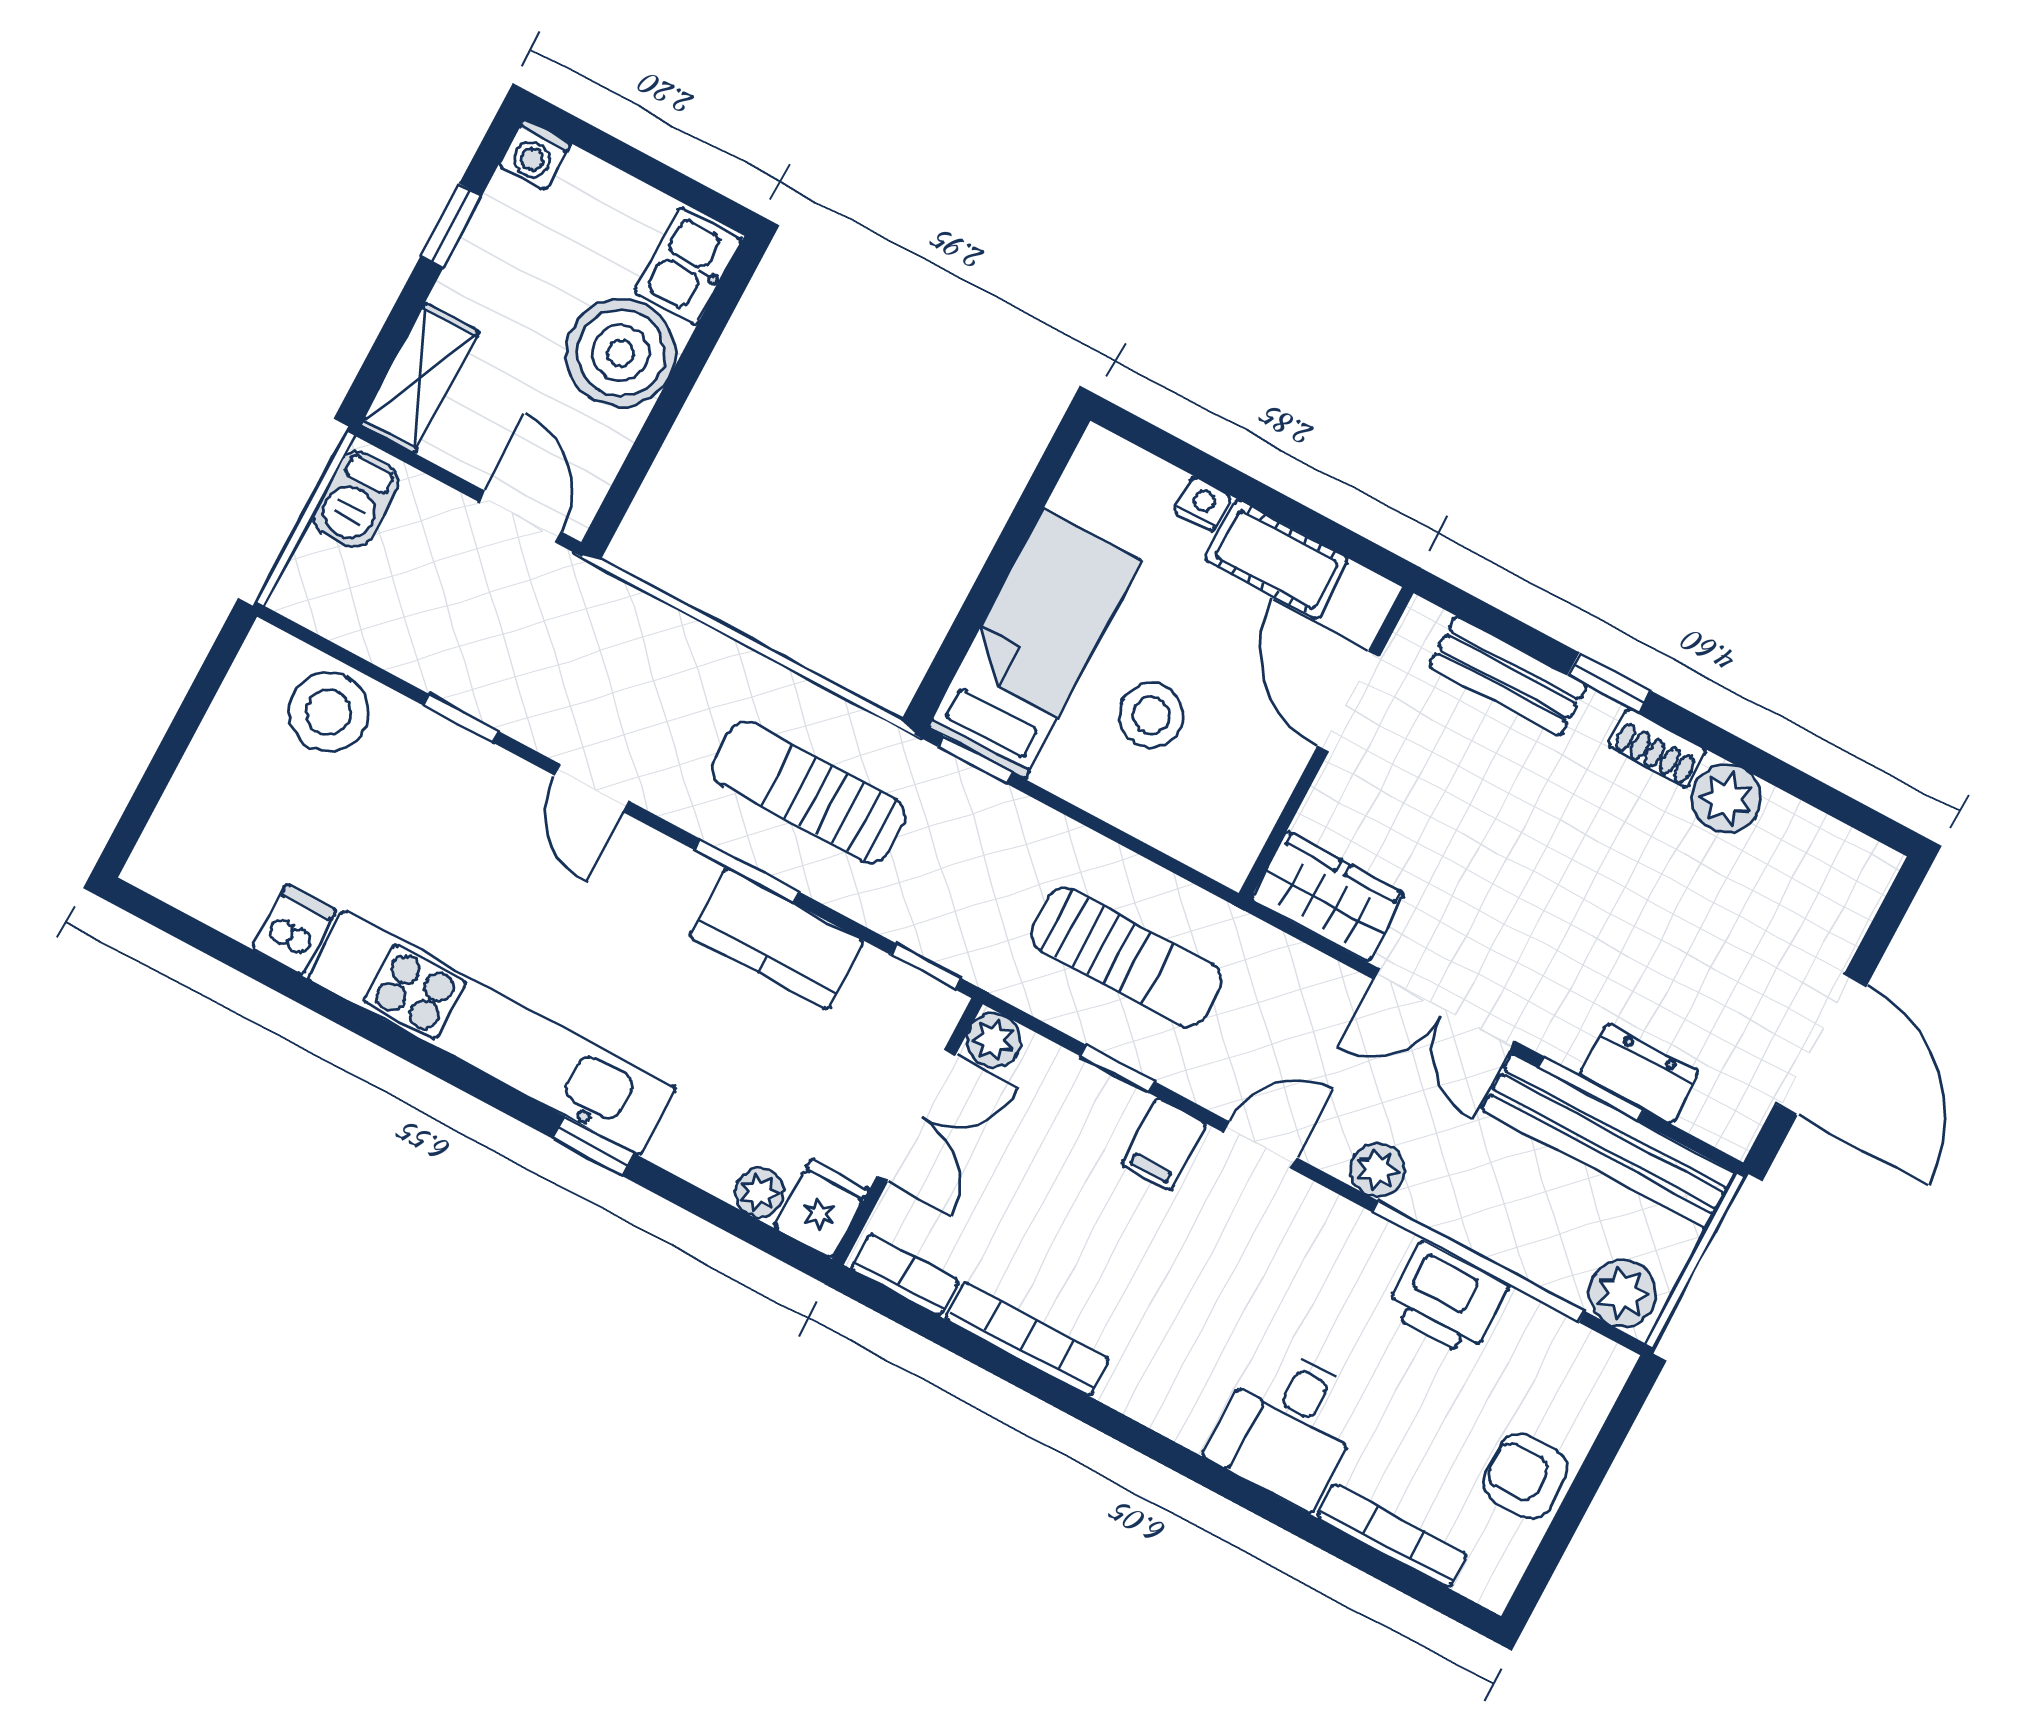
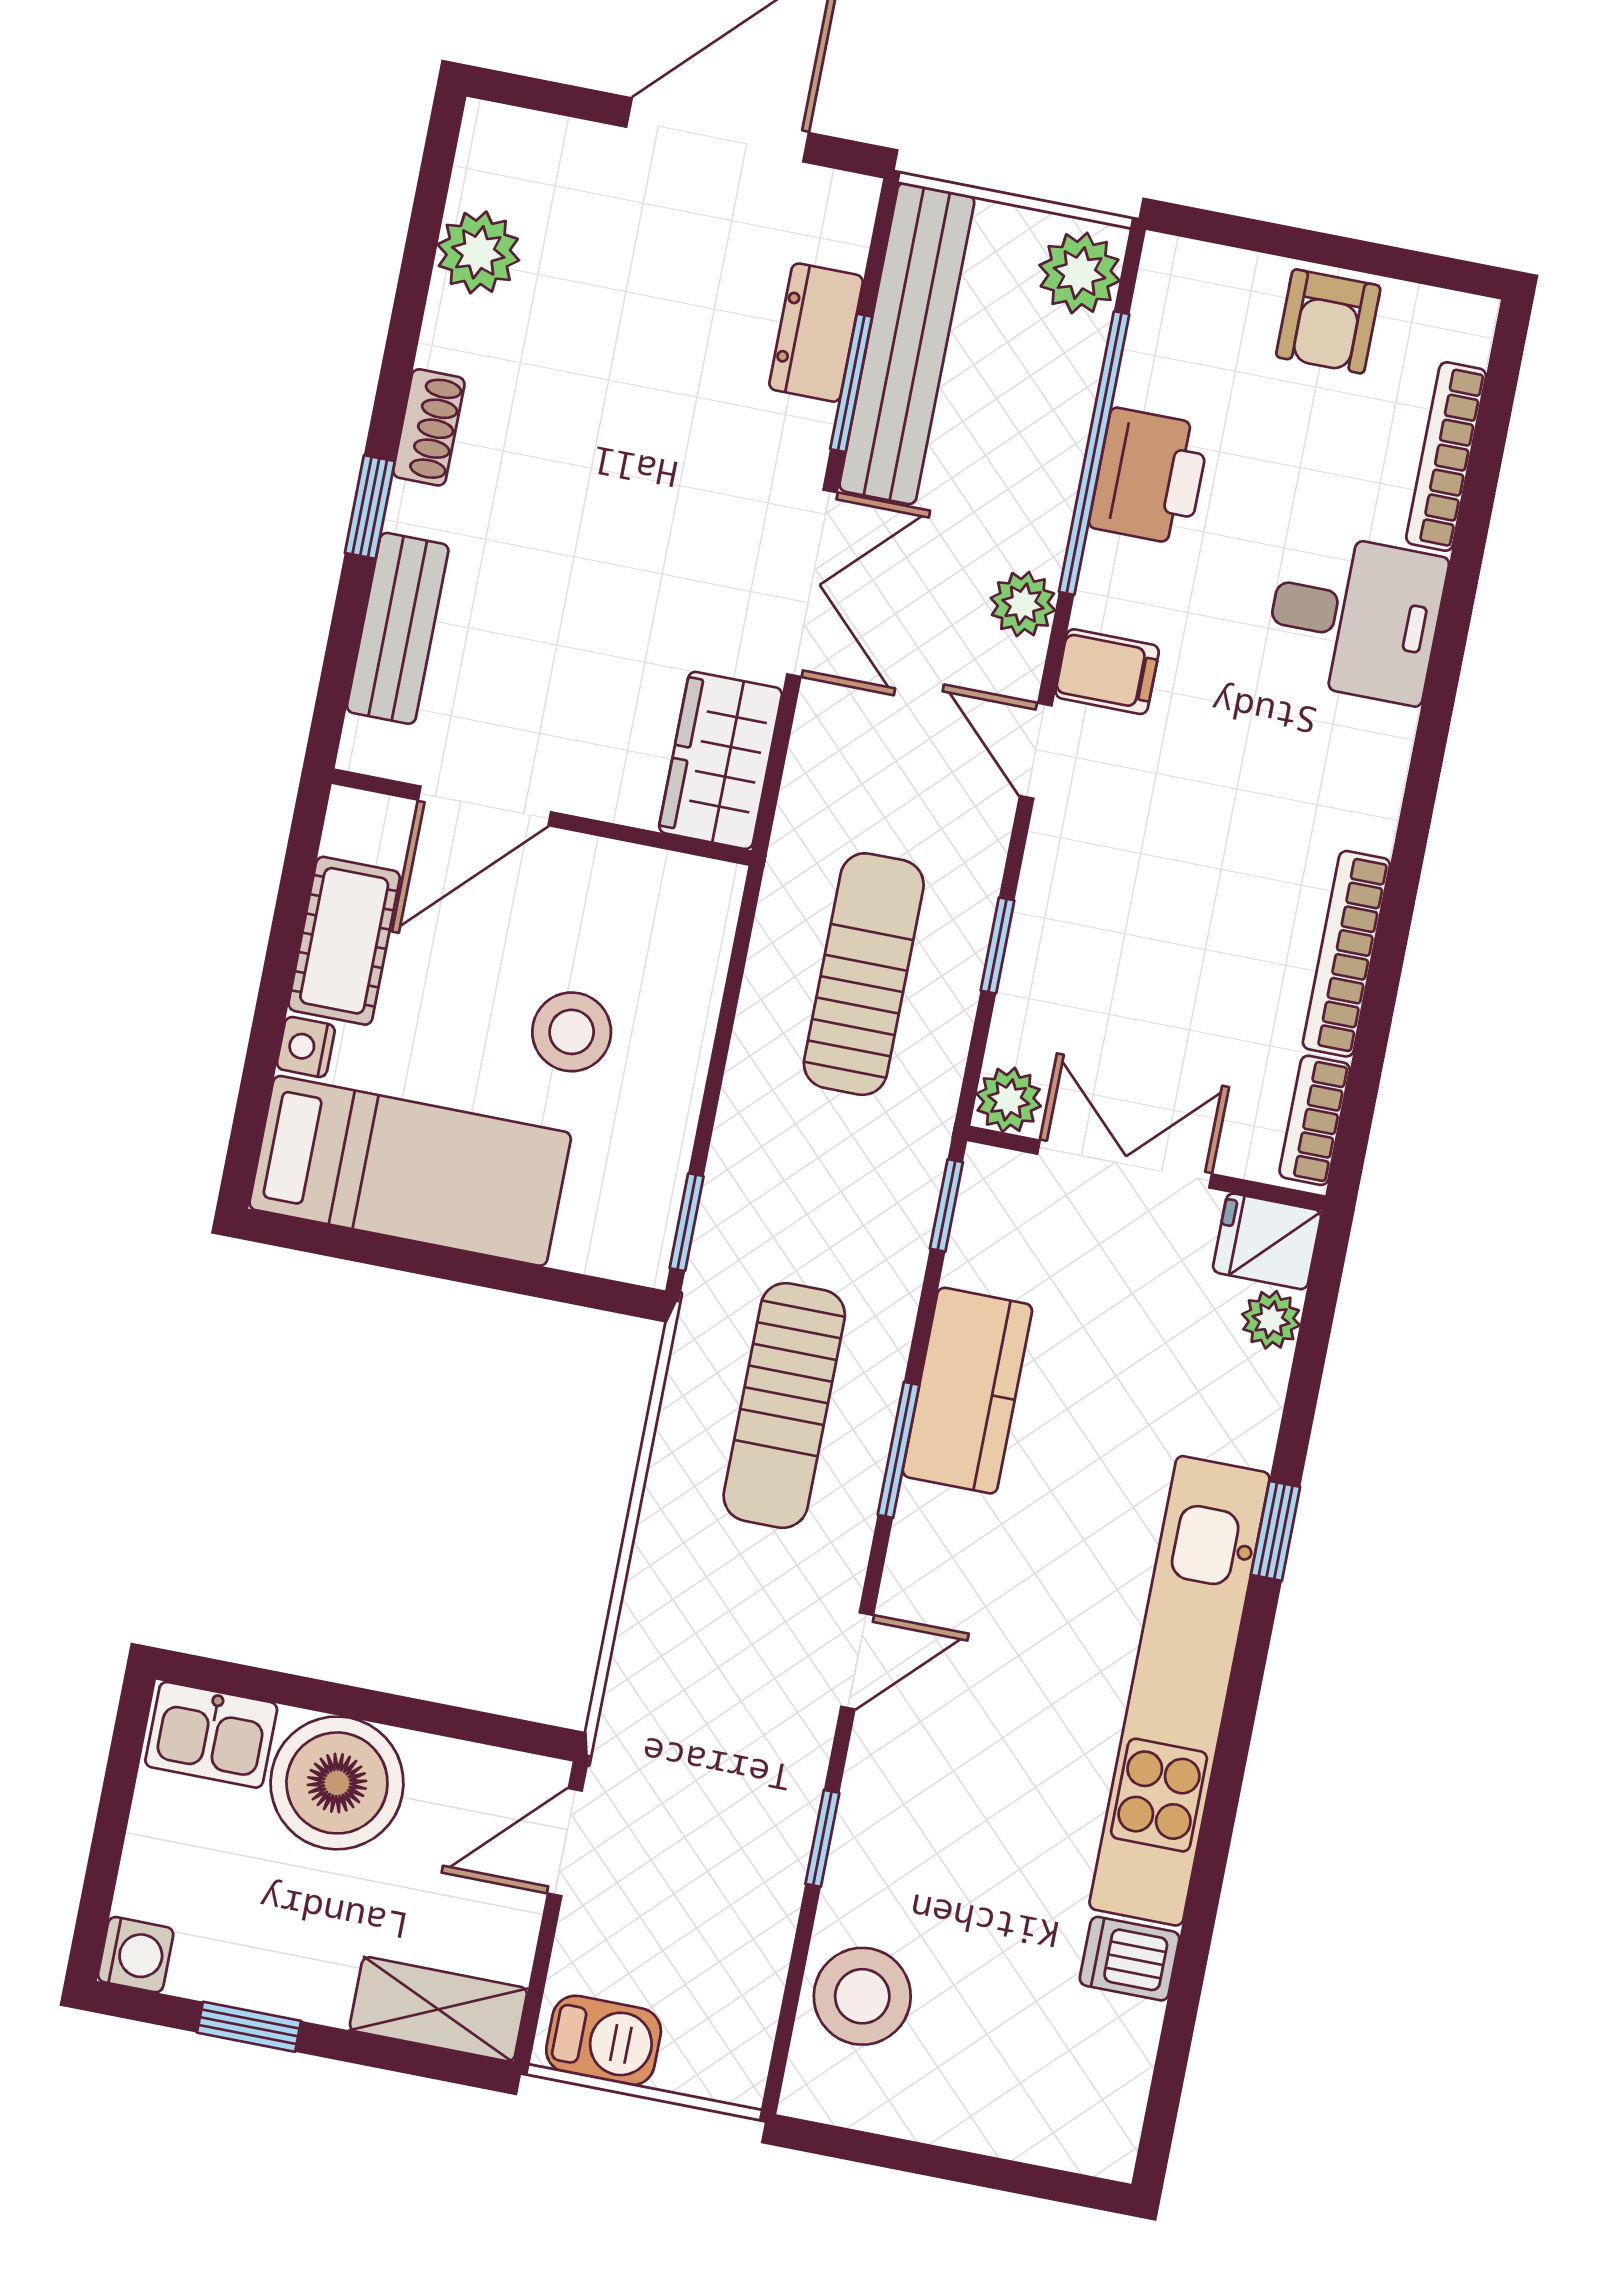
bed: (1034, 644) -> (410, 1171), moved, turned 180
plant: (1726, 799) -> (478, 252), moved
filing cabinet: (1164, 1144) -> (1107, 672), moved

